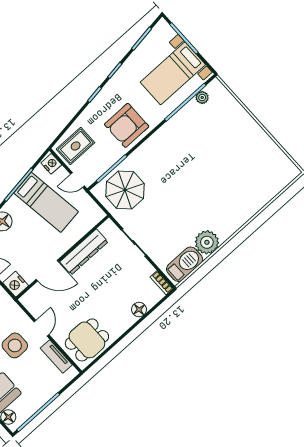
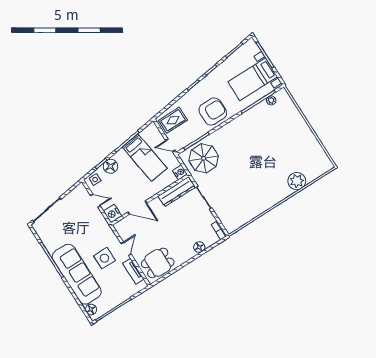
armchair: (127, 125) -> (213, 111), turned 180
nightstand: (51, 164) -> (180, 172), moved
plant: (207, 242) -> (297, 181), moved
dresser: (84, 252) -> (177, 192), moved
barbecue: (185, 264) -> (238, 220), removed

